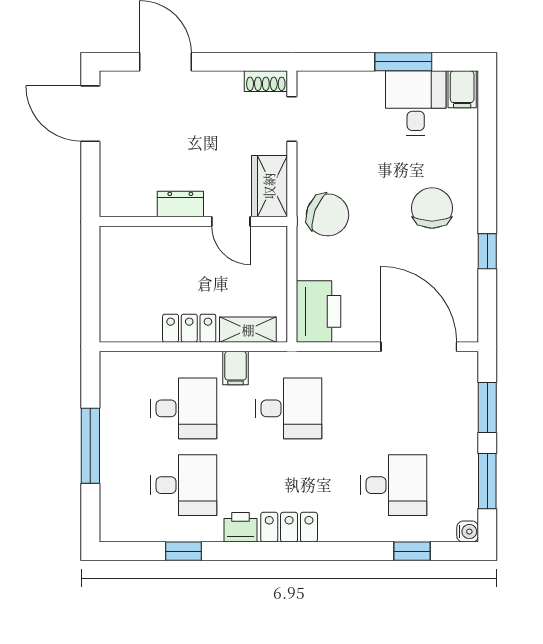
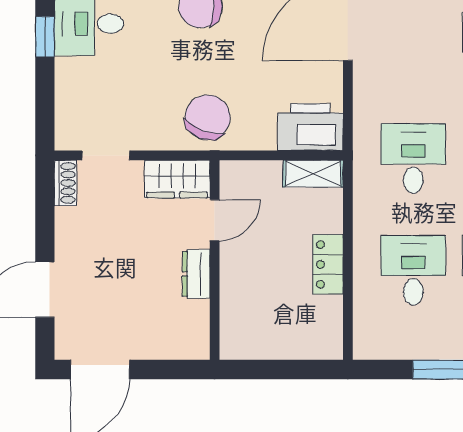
window: (403, 62) -> (45, 37), width x0.67
shelving: (248, 330) -> (313, 174), moved, turned 90
filing cabinet: (236, 368) -> (370, 215), removed

